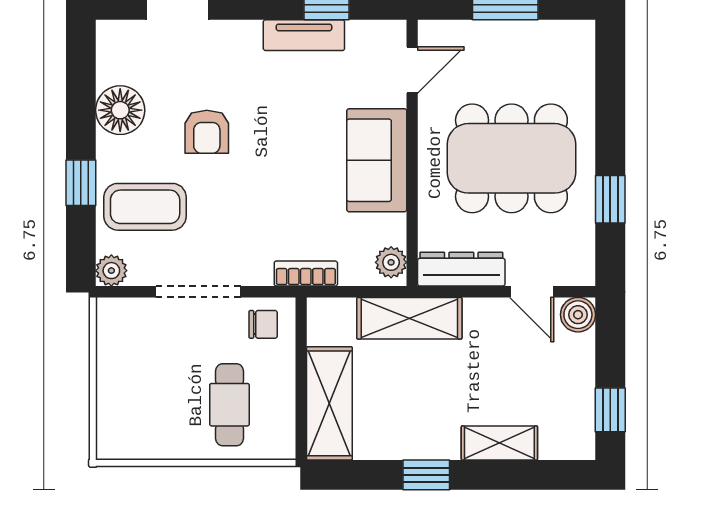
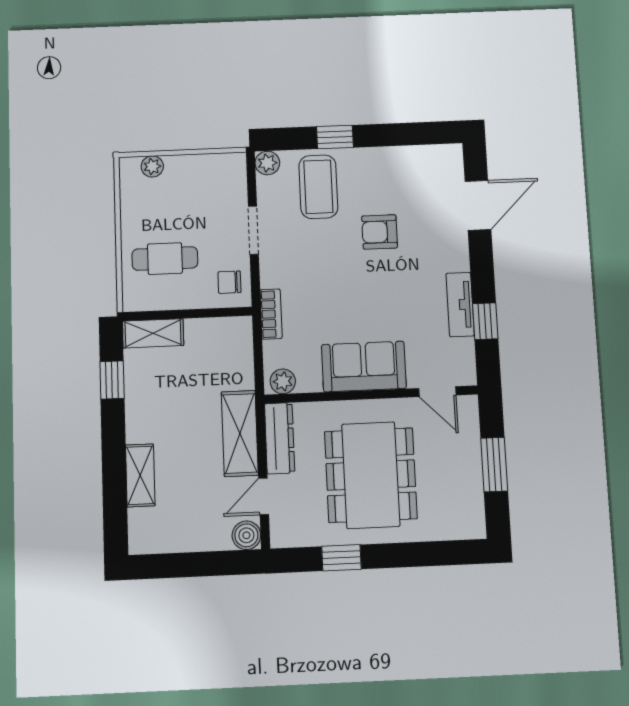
floor lamp: (120, 110) -> (393, 165), removed
doorway: (198, 292) -> (253, 230), width x0.73
shelving: (409, 318) -> (240, 433), moved
chair: (263, 324) -> (229, 282), turned 90
shelving: (329, 403) -> (153, 333), width x0.67, depth x0.75
window: (610, 410) -> (170, 566), removed
plant: (110, 417) -> (152, 166), added
window: (426, 475) -> (112, 380), moved

